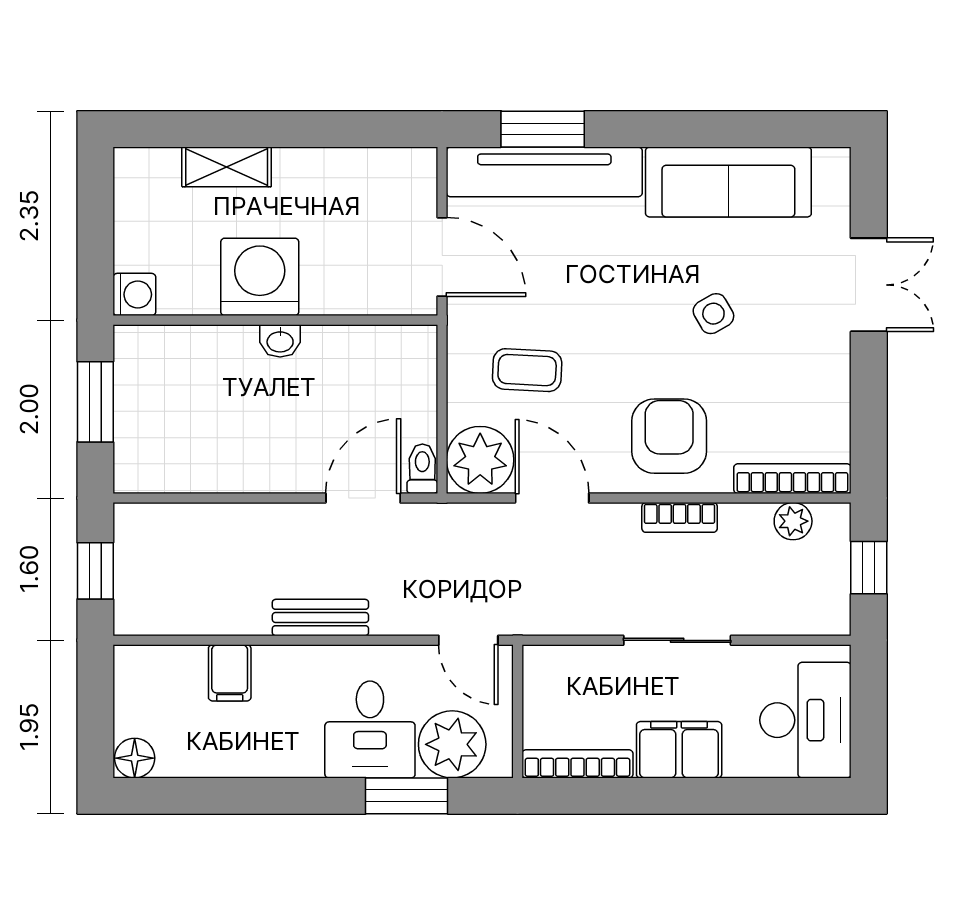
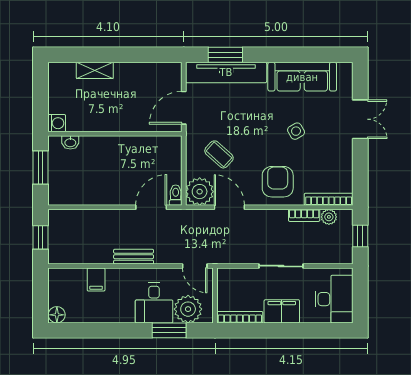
door: (442, 257) -> (184, 108), swing flipped
washing machine: (260, 277) -> (108, 116), removed
washbasin: (280, 341) -> (70, 142), moved
coffee table: (527, 370) -> (219, 154), turned 39
bookcase: (680, 517) -> (304, 215), moved

